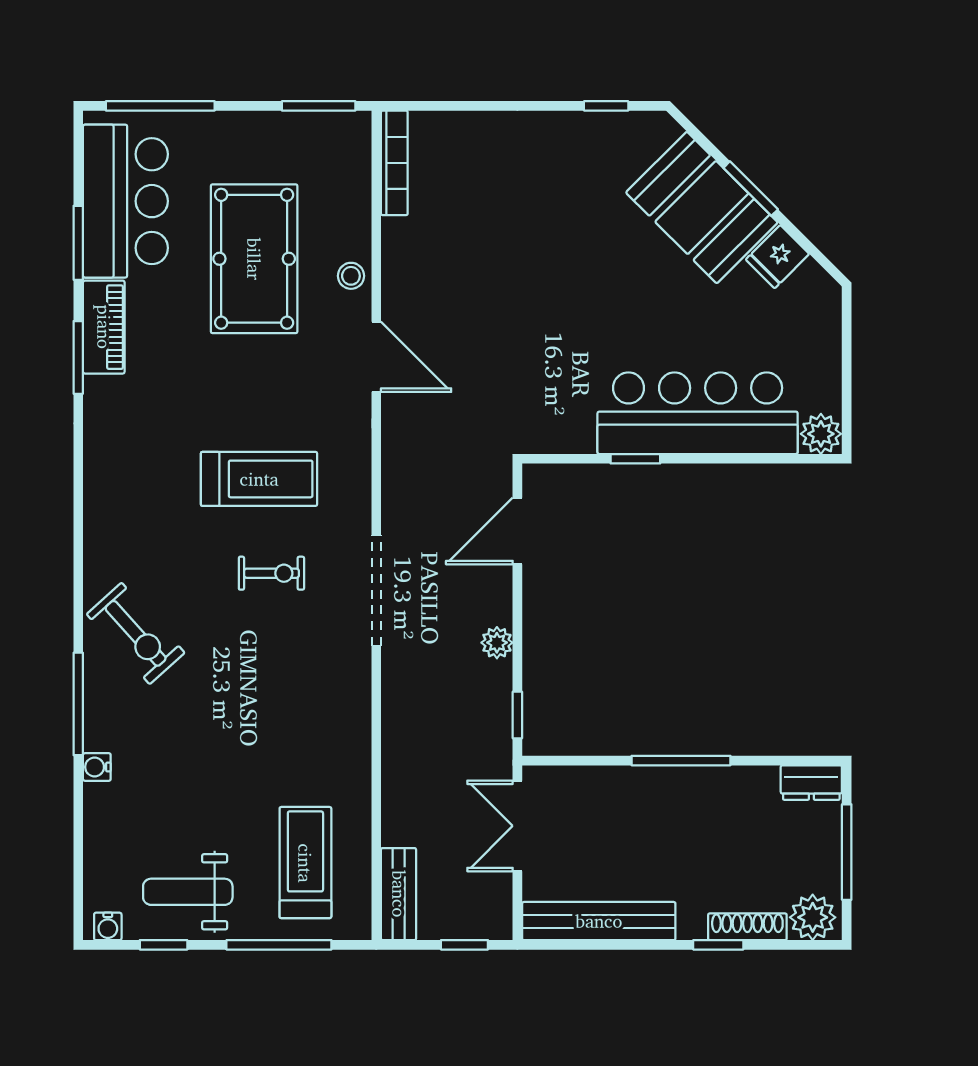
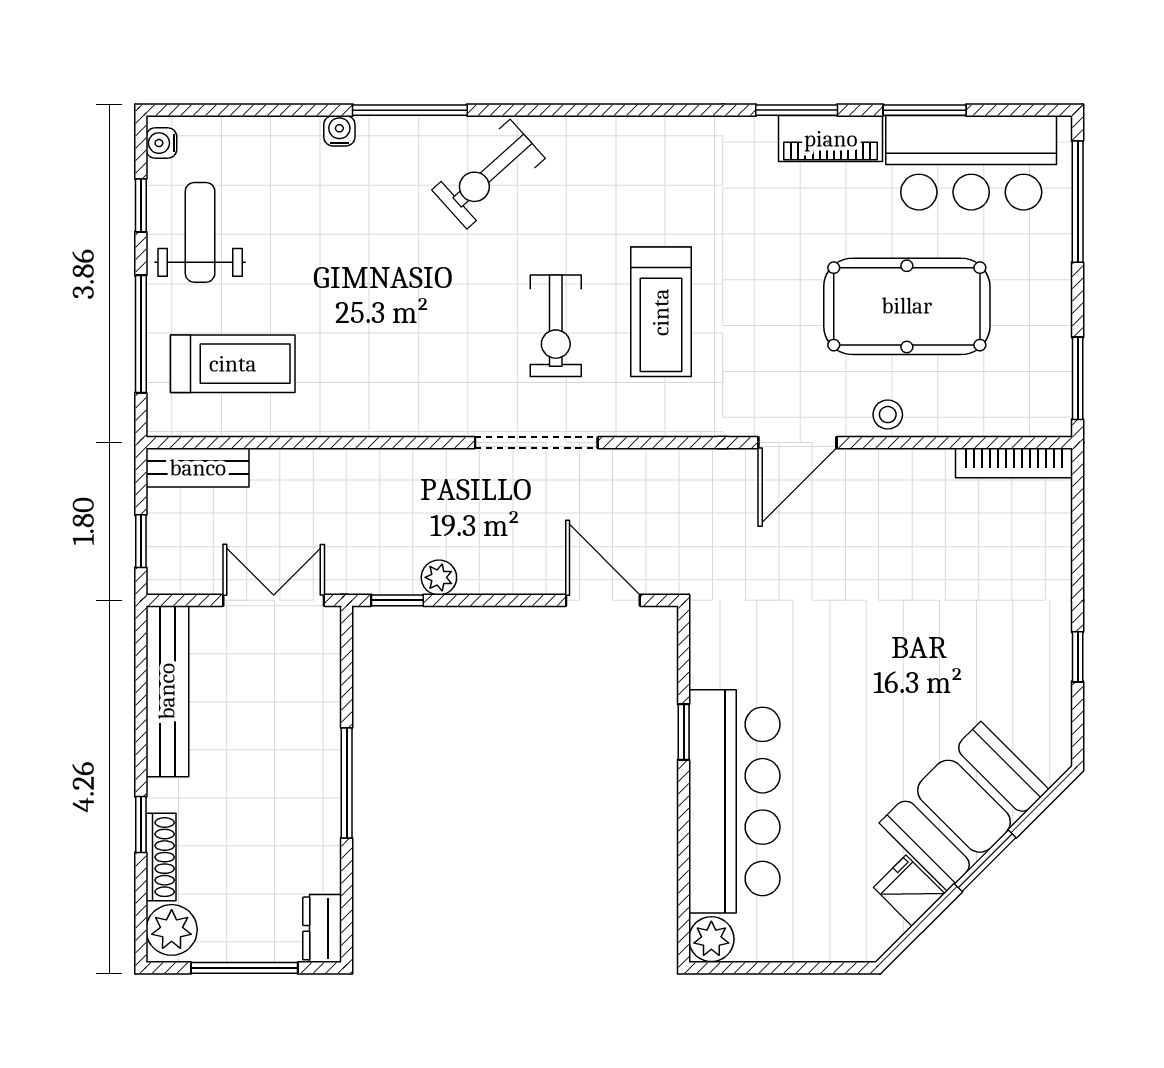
window: (606, 106) -> (1078, 657), moved
exercise bike: (271, 573) -> (556, 326), width x1.38, depth x1.39
plant: (497, 643) -> (439, 577), moved

